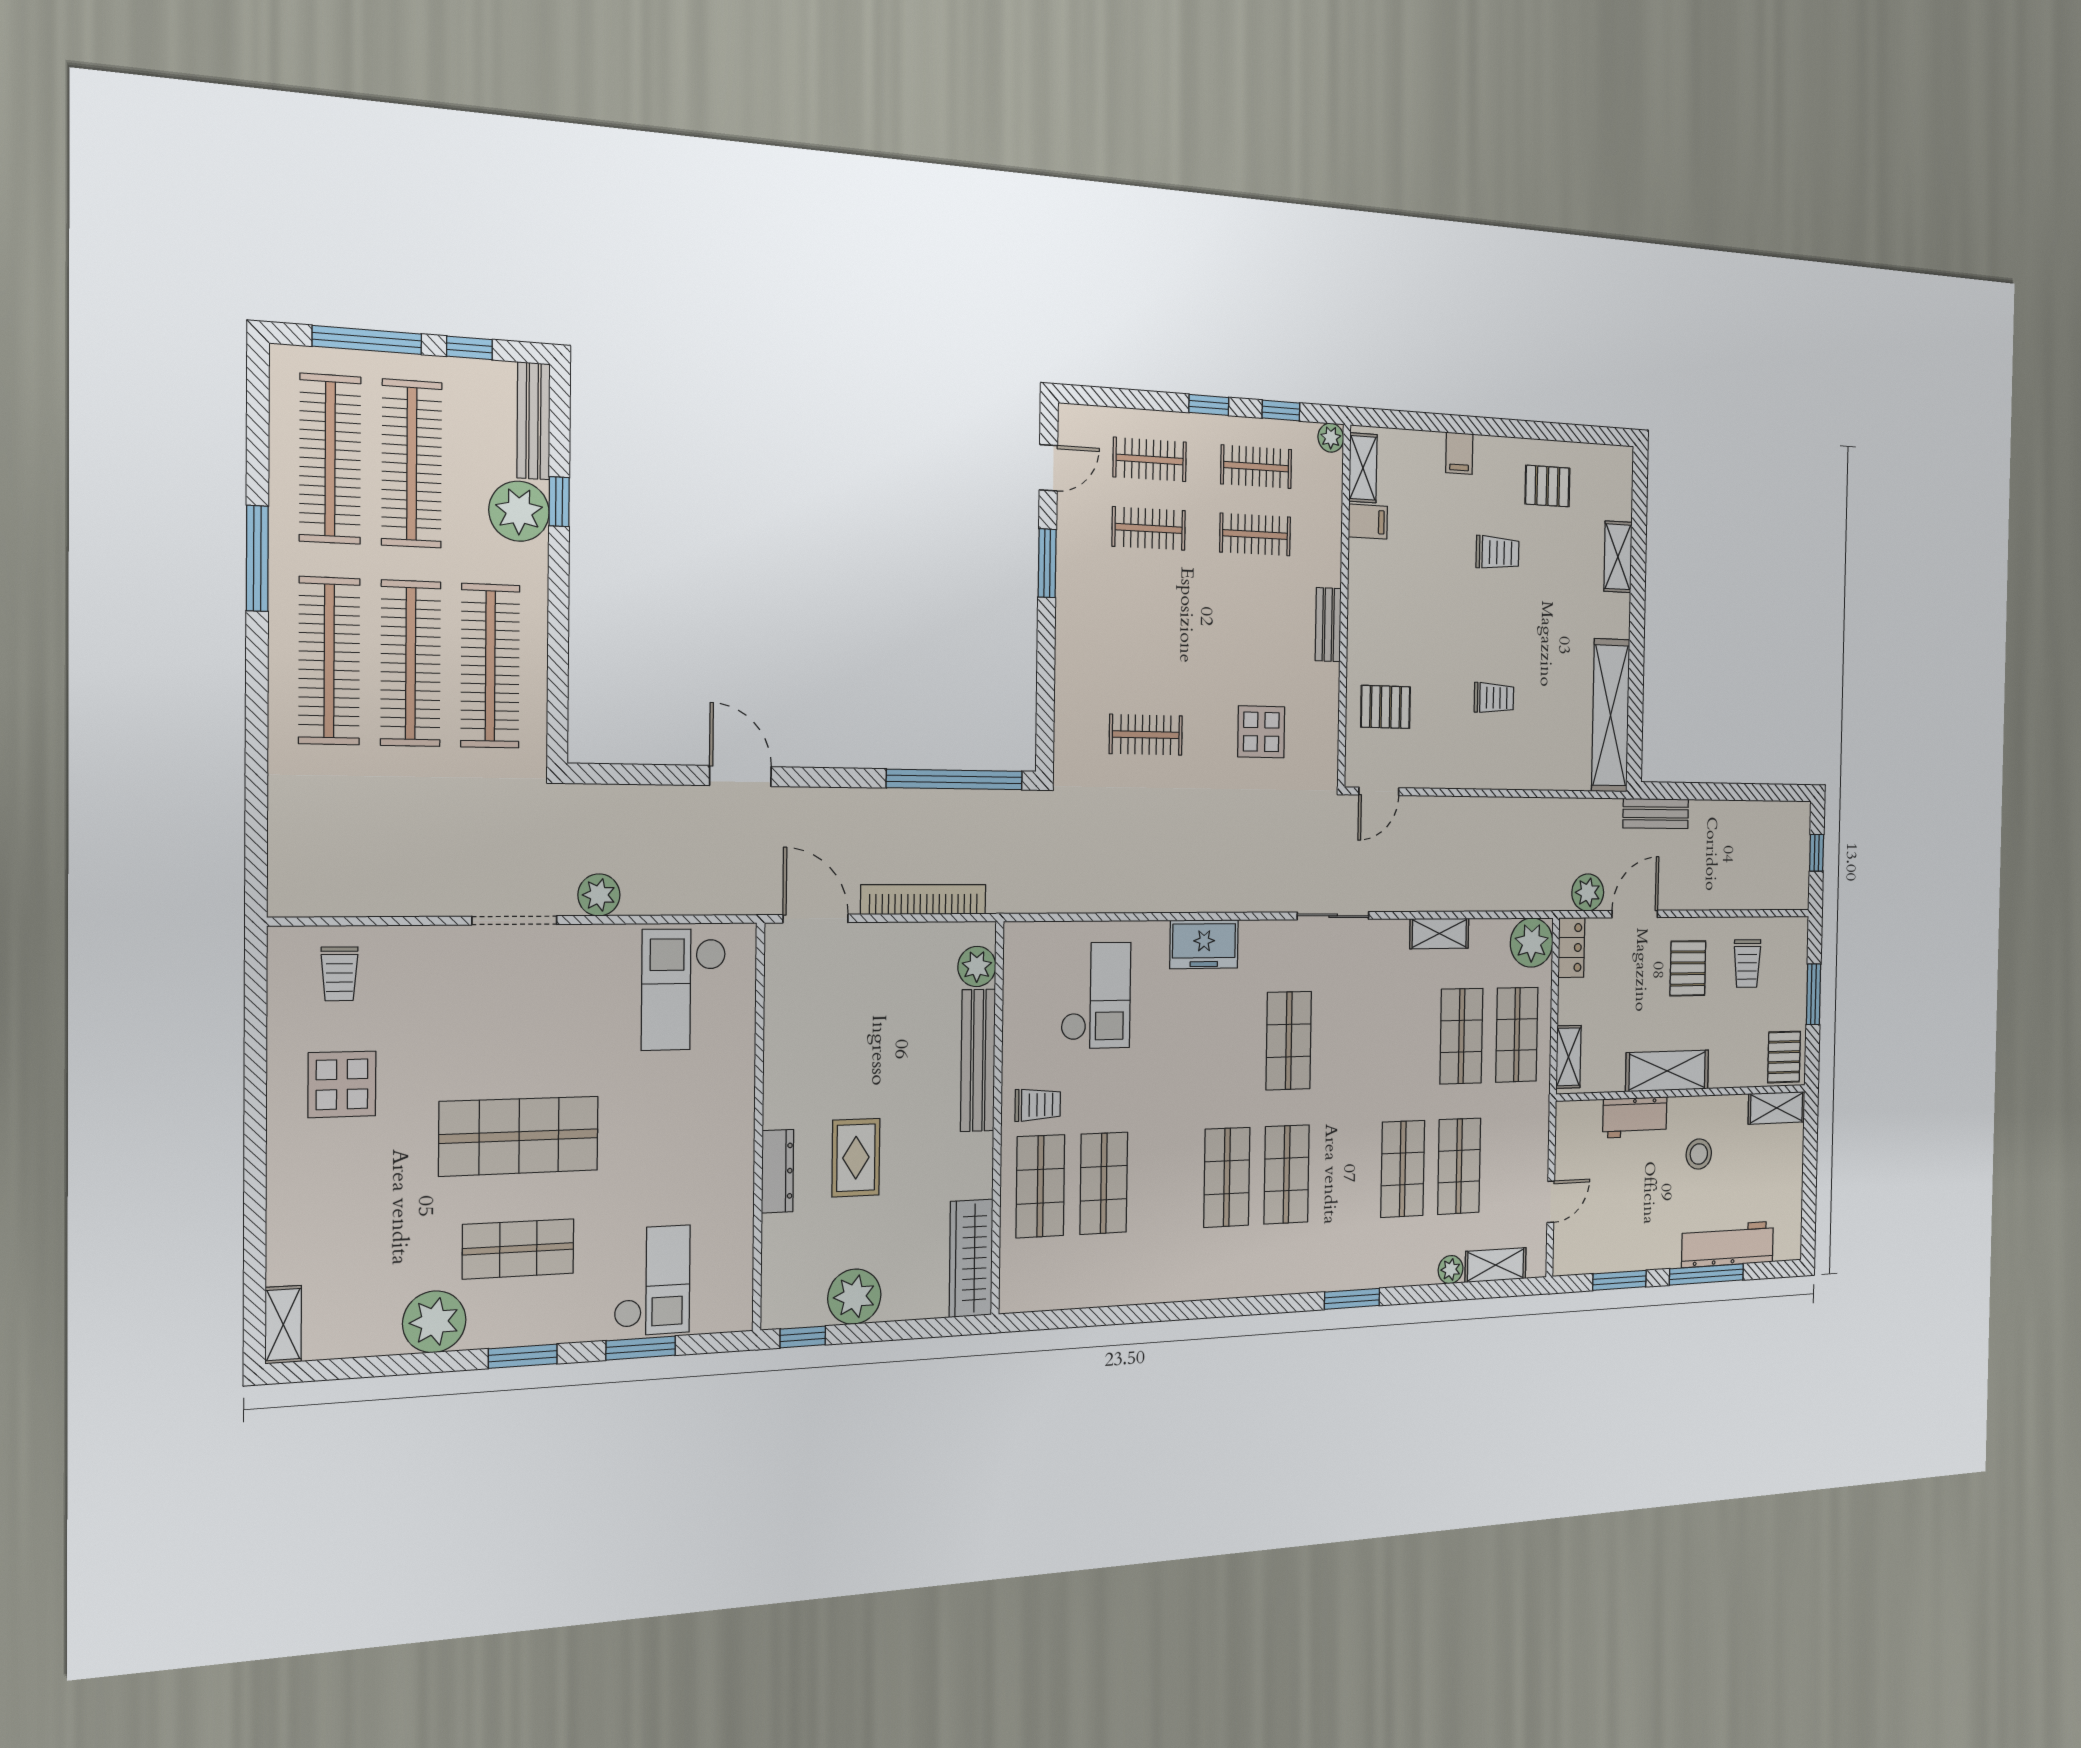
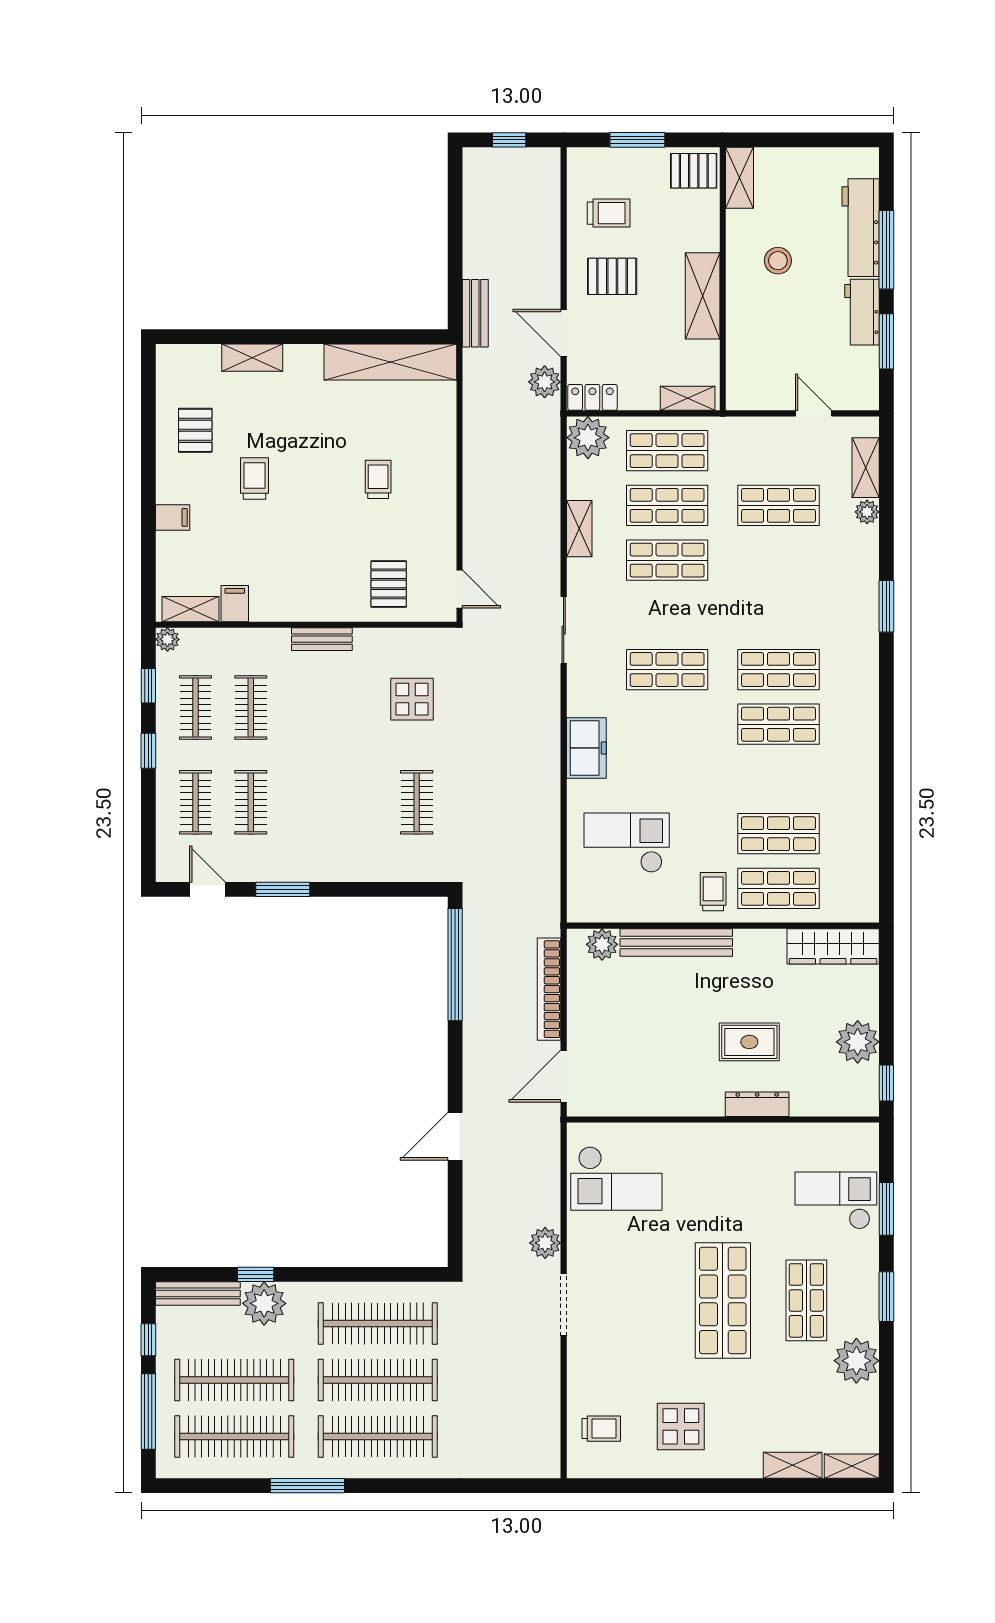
workbench: (1635, 1117) -> (862, 312), moved, turned 180
shop shelf: (1403, 1169) -> (667, 560), moved
shelving: (285, 1242) -> (793, 1465), added

